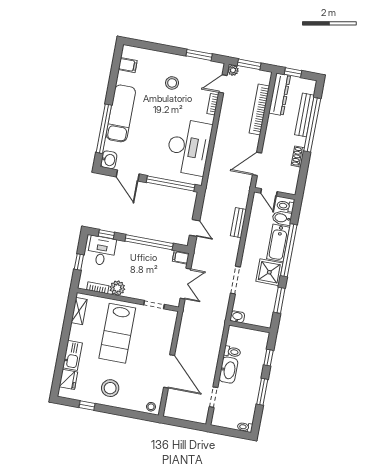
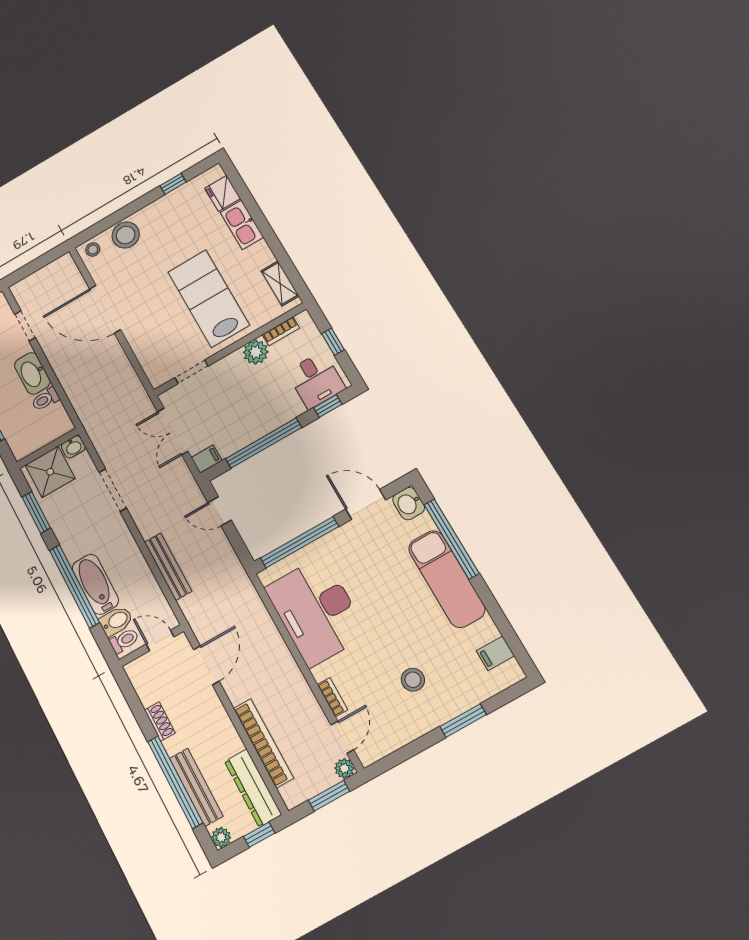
window: (199, 55) -> (463, 721), moved
plant: (311, 85) -> (221, 837), added
bench: (238, 223) -> (168, 567), width x1.36
shower: (269, 272) -> (50, 472), moved
stool: (110, 388) -> (126, 235), moved

